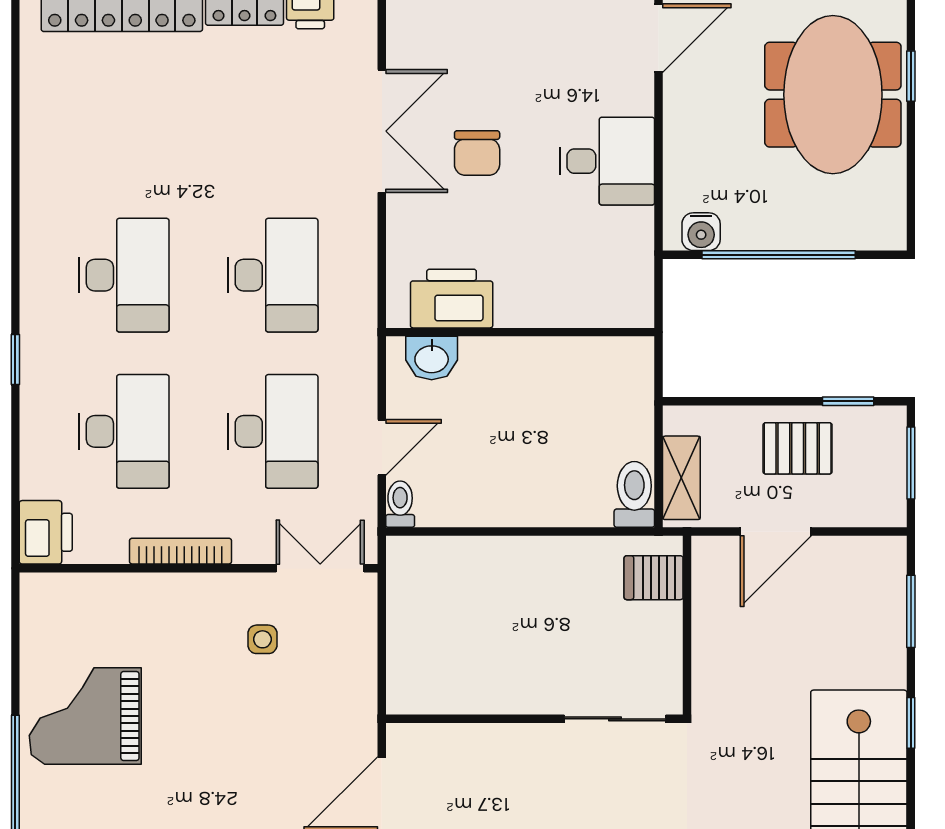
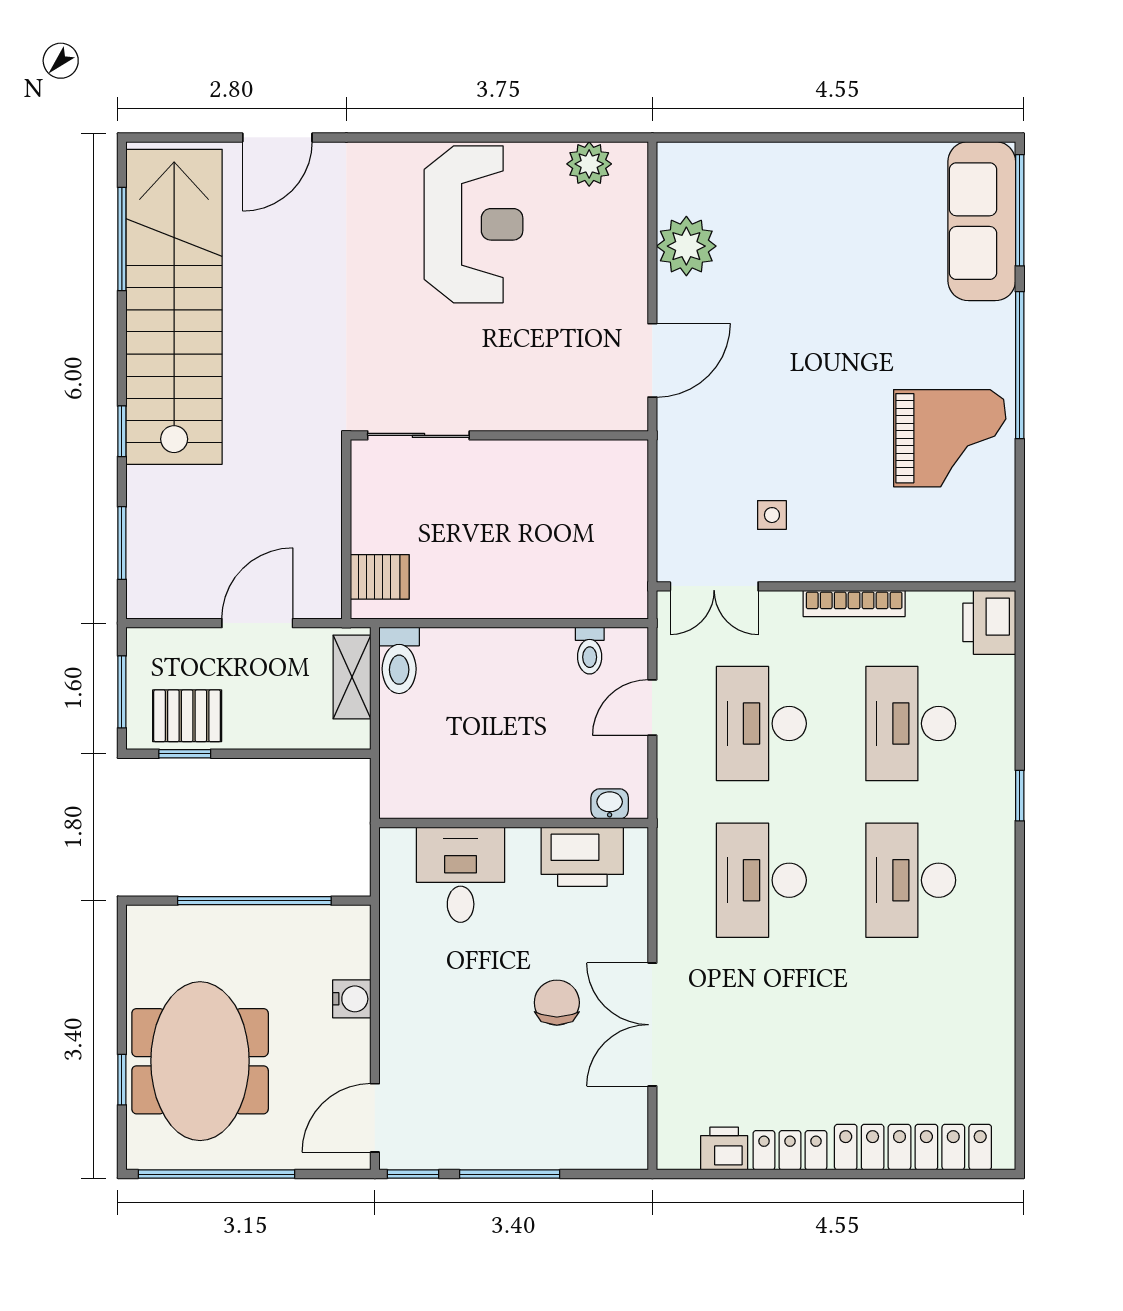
desk: (607, 161) -> (461, 875), moved, turned 90
water cooler: (701, 232) -> (352, 999), moved, turned 90
washbasin: (432, 358) -> (610, 804), width x0.72, depth x0.69
pallet: (798, 448) -> (187, 716), moved
toilet: (400, 504) -> (590, 651), moved

